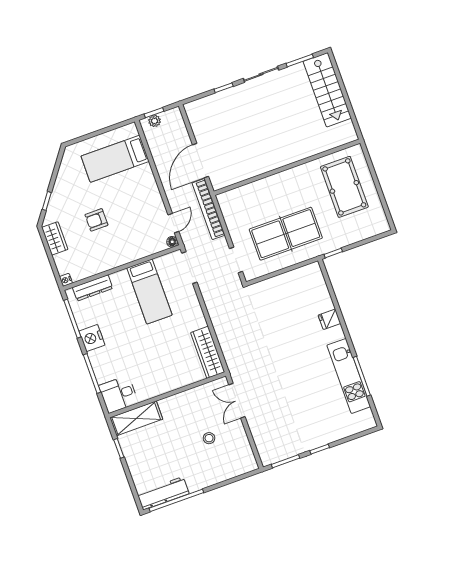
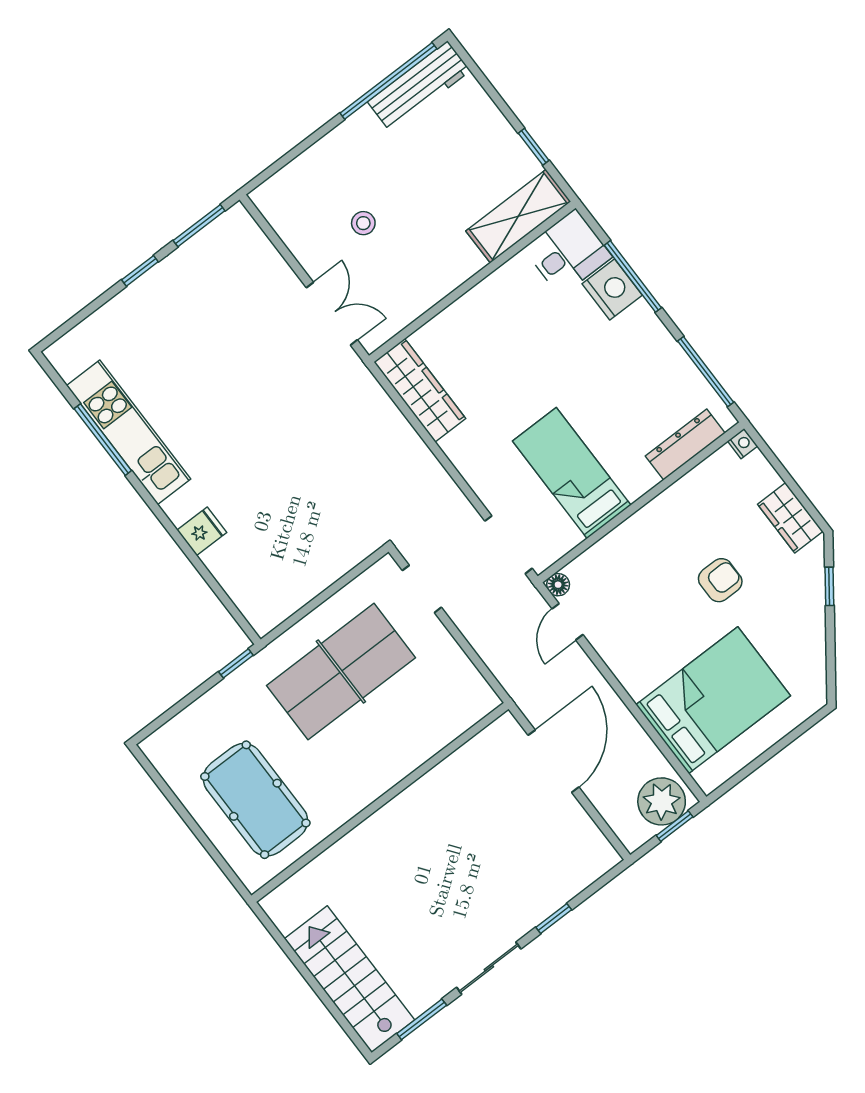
plant: (155, 121) -> (662, 801), width x1.88, depth x1.88
bed: (115, 159) -> (713, 700), width x1.50
bookcase: (209, 209) -> (507, 671), removed
nightstand: (92, 338) -> (612, 289), moved

